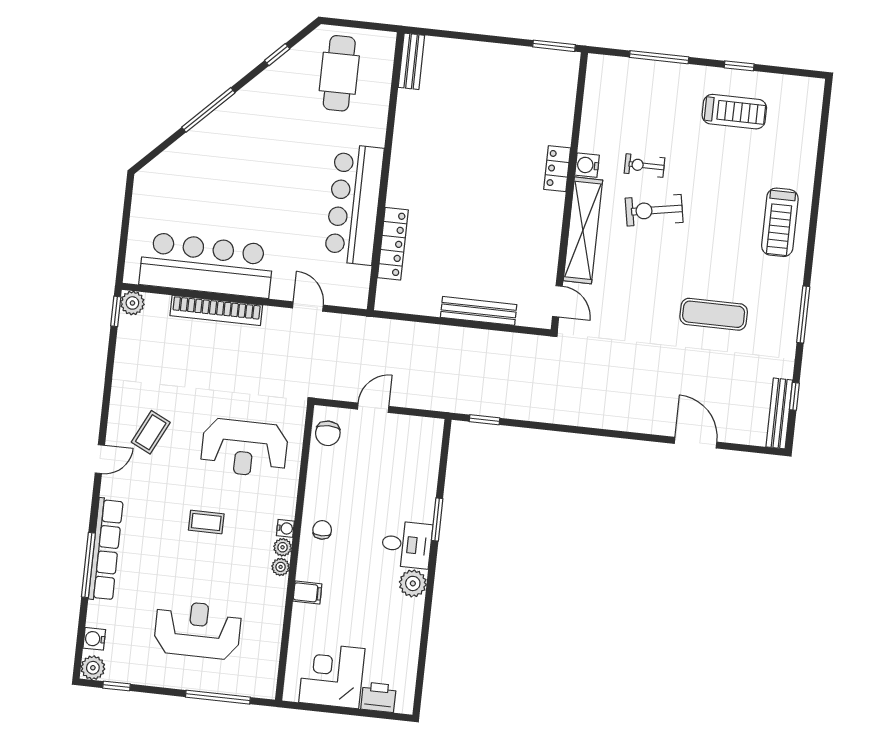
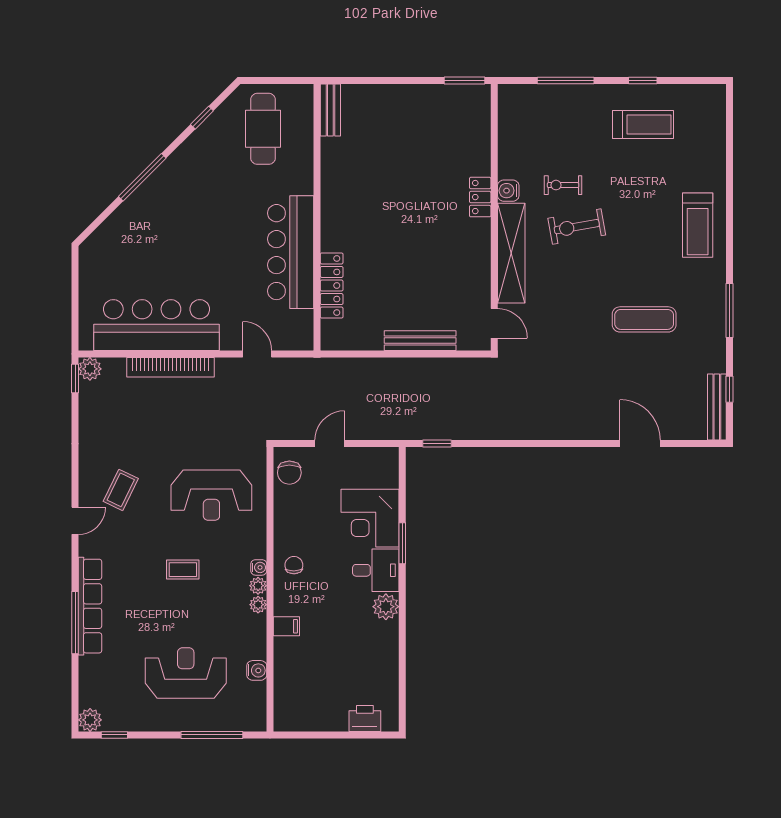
water cooler: (94, 639) -> (257, 670), moved, turned 180
corner desk: (332, 676) -> (370, 518), moved, turned -90

